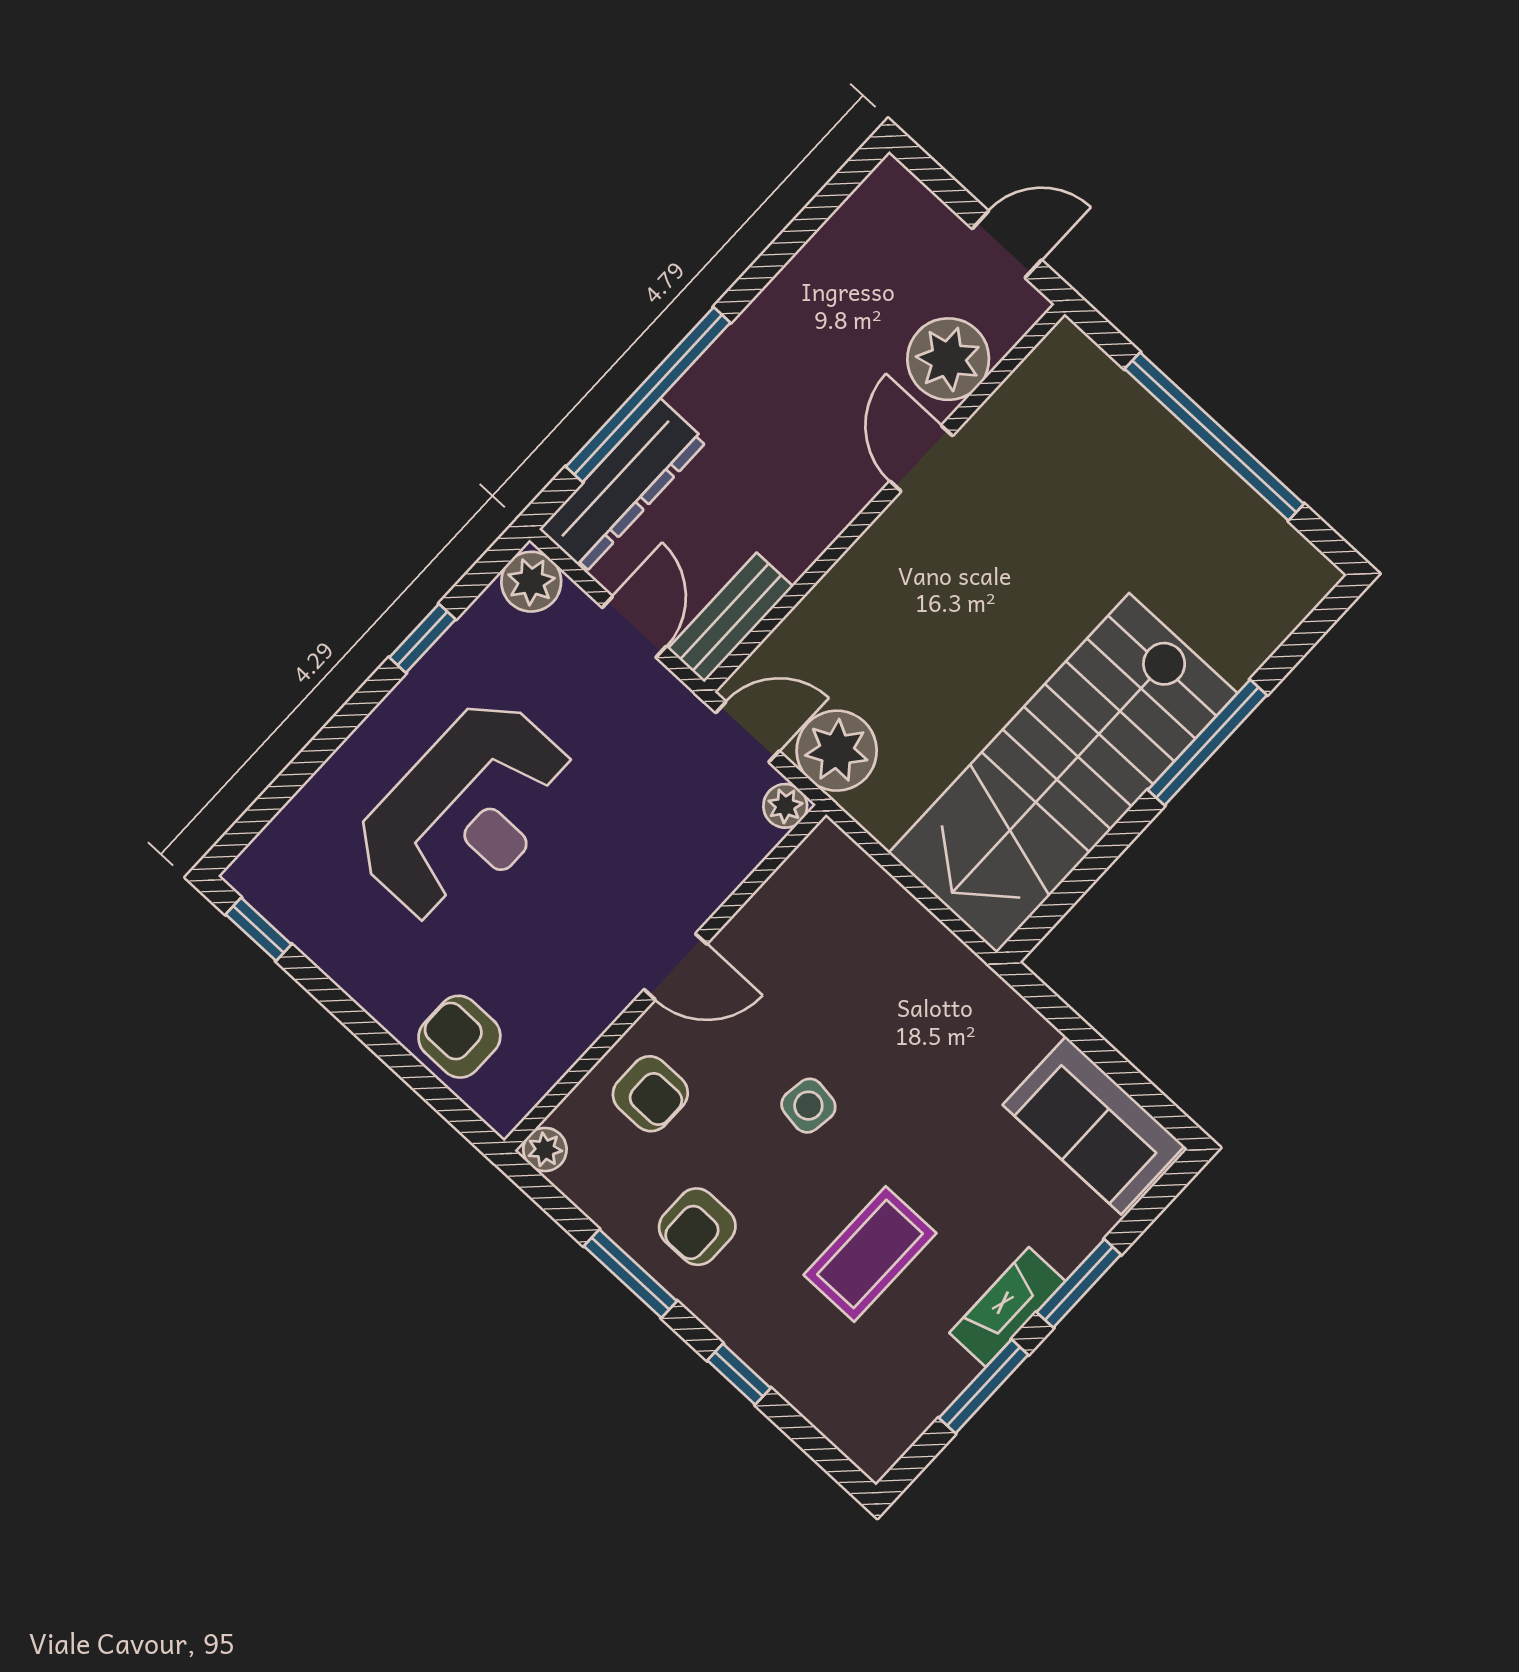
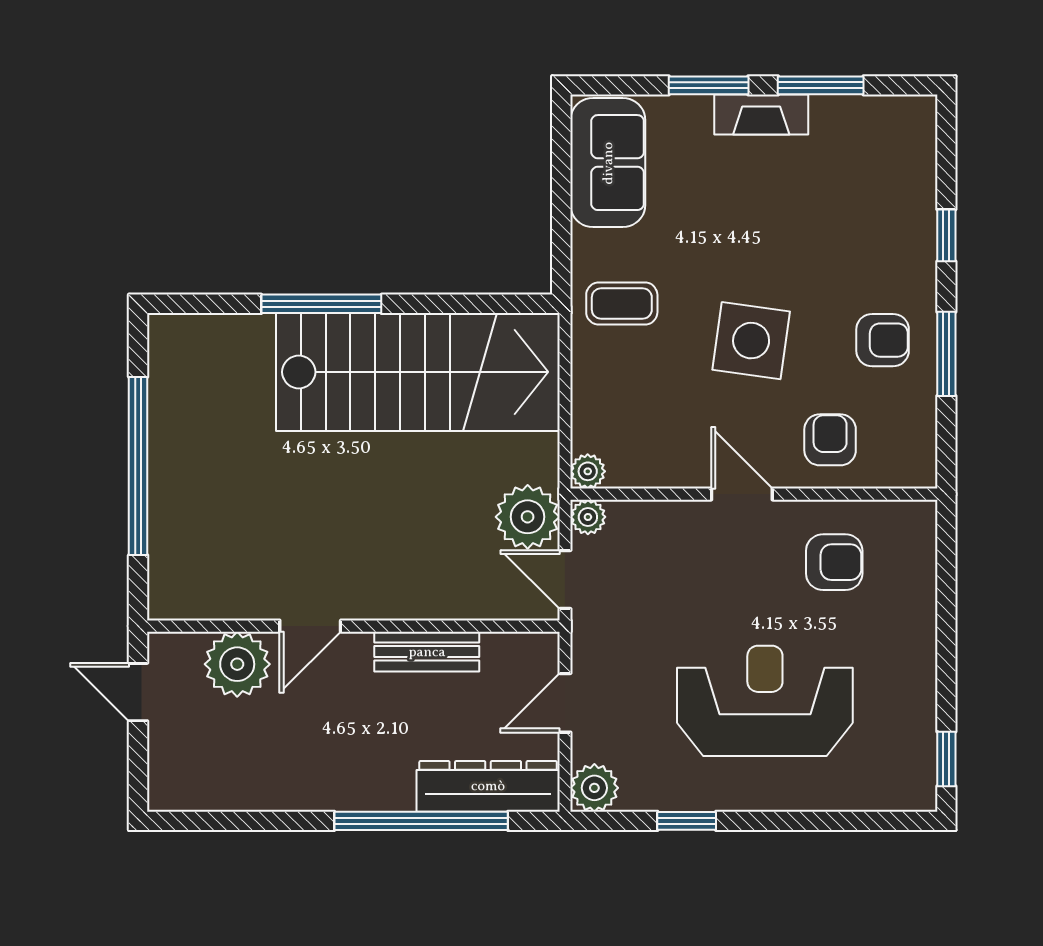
bench: (730, 617) -> (427, 652), moved
armchair: (459, 1037) -> (834, 562), moved, turned -90
side table: (808, 1106) -> (751, 341), width x1.87, depth x1.87
plant: (545, 1149) -> (588, 471), moved
coffee table: (870, 1254) -> (622, 304), moved, width x0.73, depth x0.77

